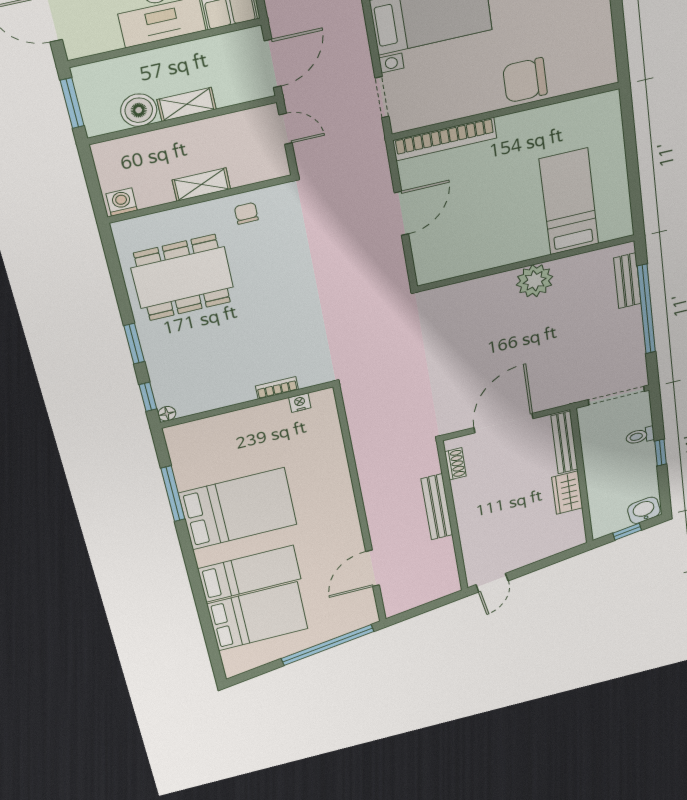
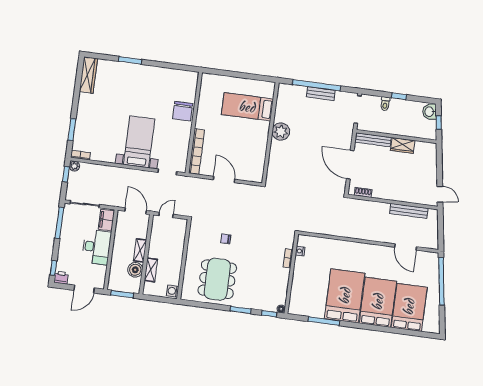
shelving: (201, 184) -> (151, 270), moved
chair: (246, 213) -> (226, 239), moved
bench: (627, 281) -> (321, 94), moved
bench: (437, 507) -> (409, 211), moved
bed: (250, 574) -> (378, 302), width x1.50

